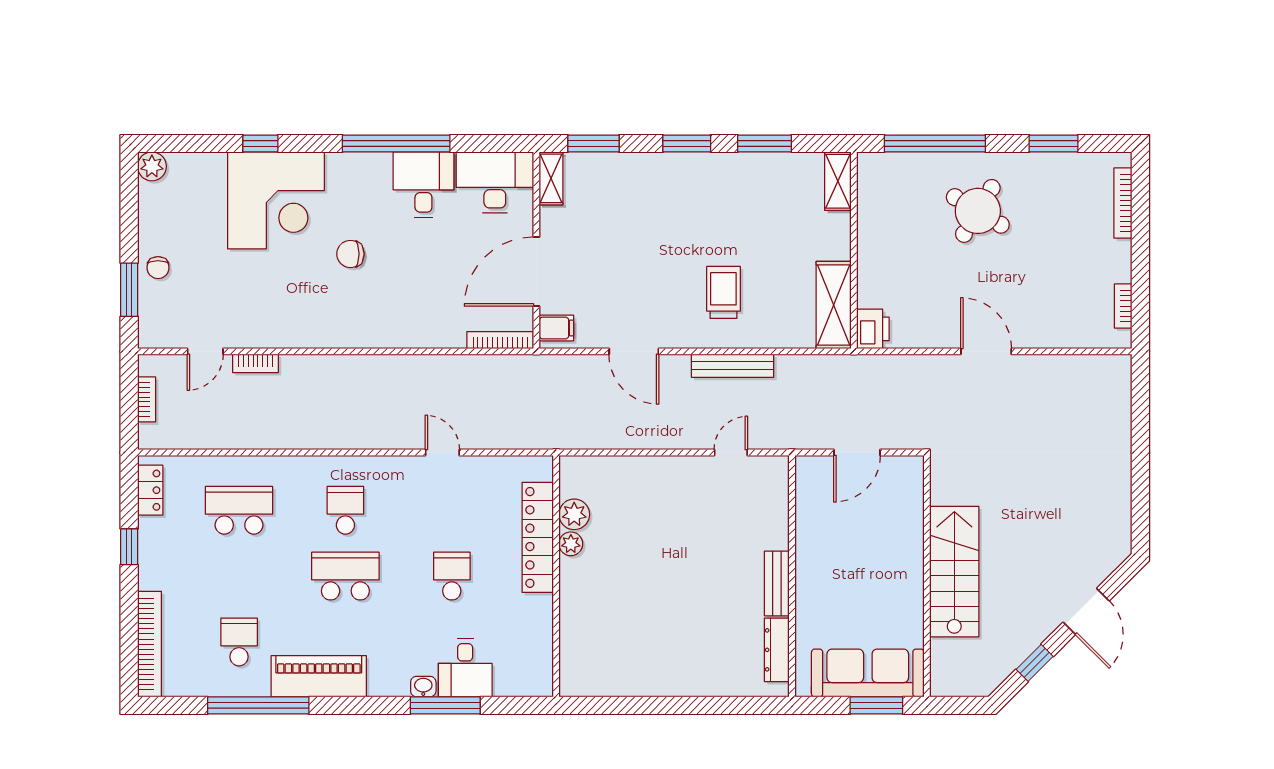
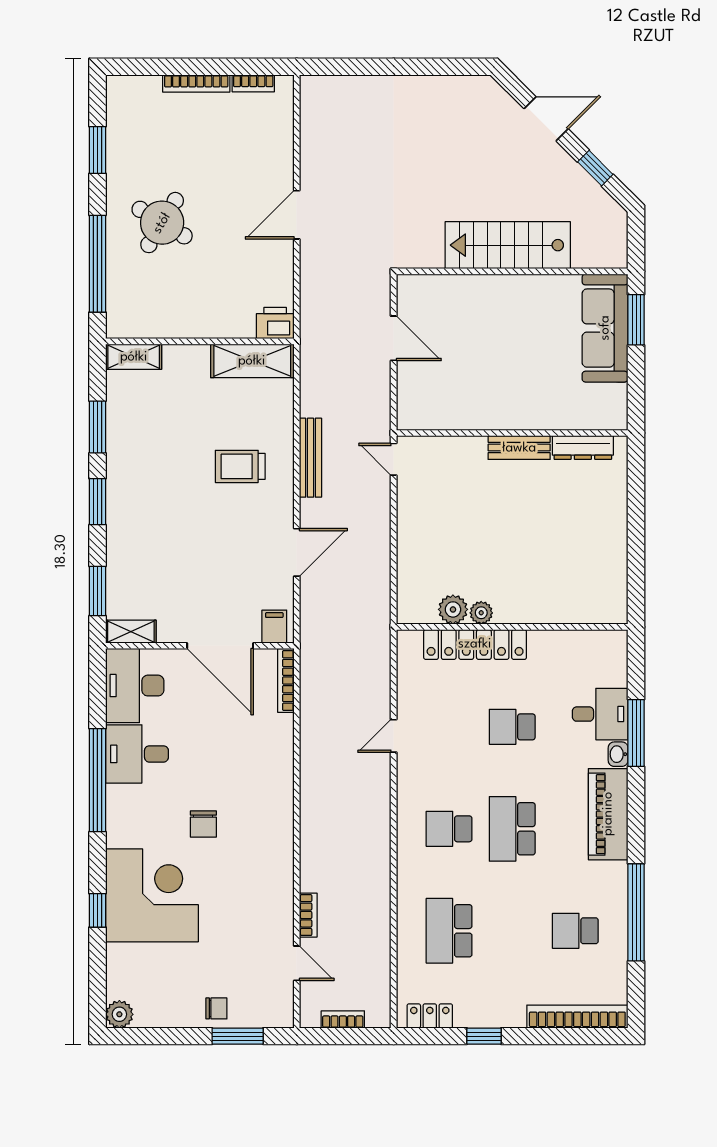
bookcase: (1123, 203) -> (196, 83), moved
wall: (792, 576) -> (512, 433), moved
bench: (777, 583) -> (519, 448), moved
dresser: (777, 650) -> (583, 448), moved
piano: (319, 676) -> (608, 814), moved

